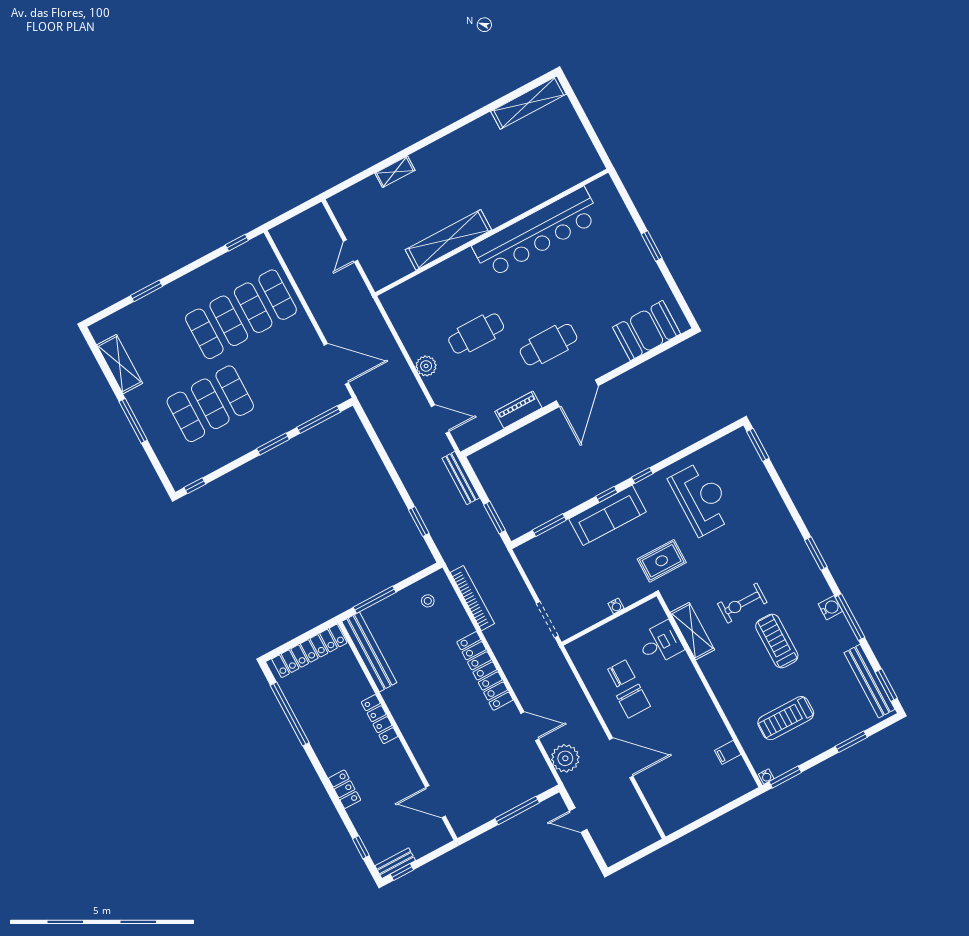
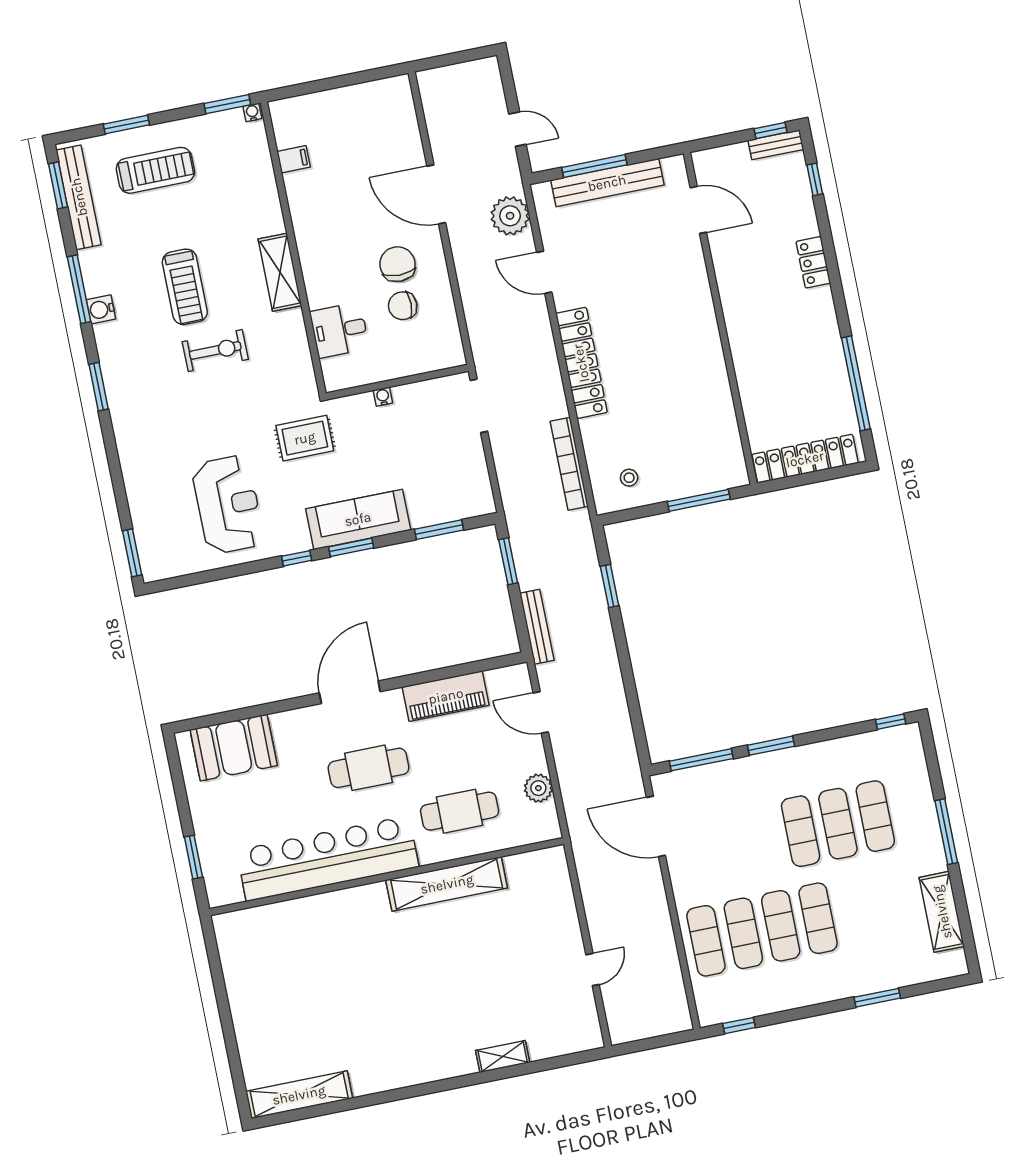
wall: (492, 232) -> (387, 877), moved
bar counter: (537, 233) -> (328, 859), moved
shelving: (448, 240) -> (447, 884), moved
piano: (518, 410) -> (446, 696), width x1.37, depth x1.33
window: (607, 494) -> (351, 547), width x1.50
reception desk: (701, 498) -> (228, 505), turned 180
shelving: (692, 631) -> (280, 272), moved
bench: (369, 652) -> (607, 183), moved, turned 90
treadmill: (786, 718) -> (155, 170), moved
locker: (380, 719) -> (739, 341), removed

